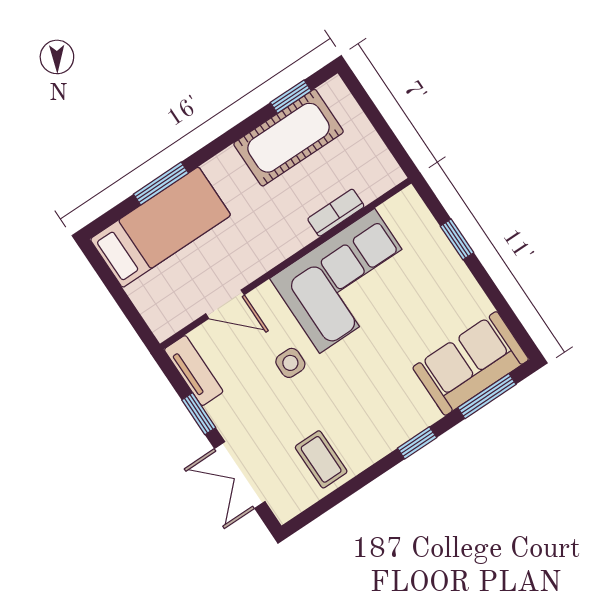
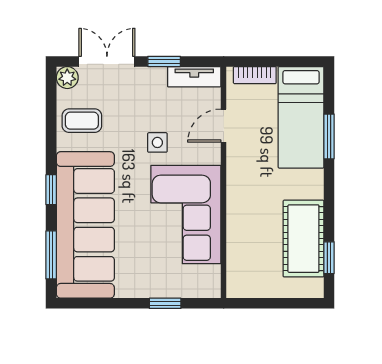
bookcase: (336, 213) -> (255, 75), moved, turned 90
sofa: (471, 363) -> (85, 225), width x1.85, depth x1.27
plant: (285, 506) -> (67, 78), added

